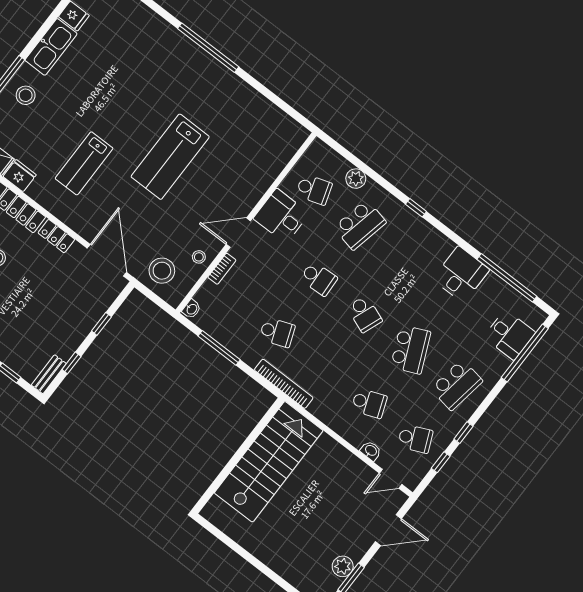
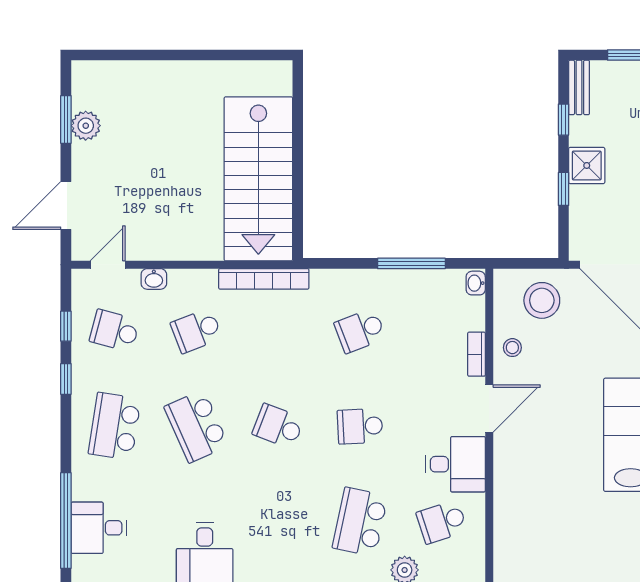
shower: (78, 327) -> (587, 165), added
bookcase: (284, 384) -> (264, 279), moved
school desk: (415, 439) -> (115, 331), turned 39

